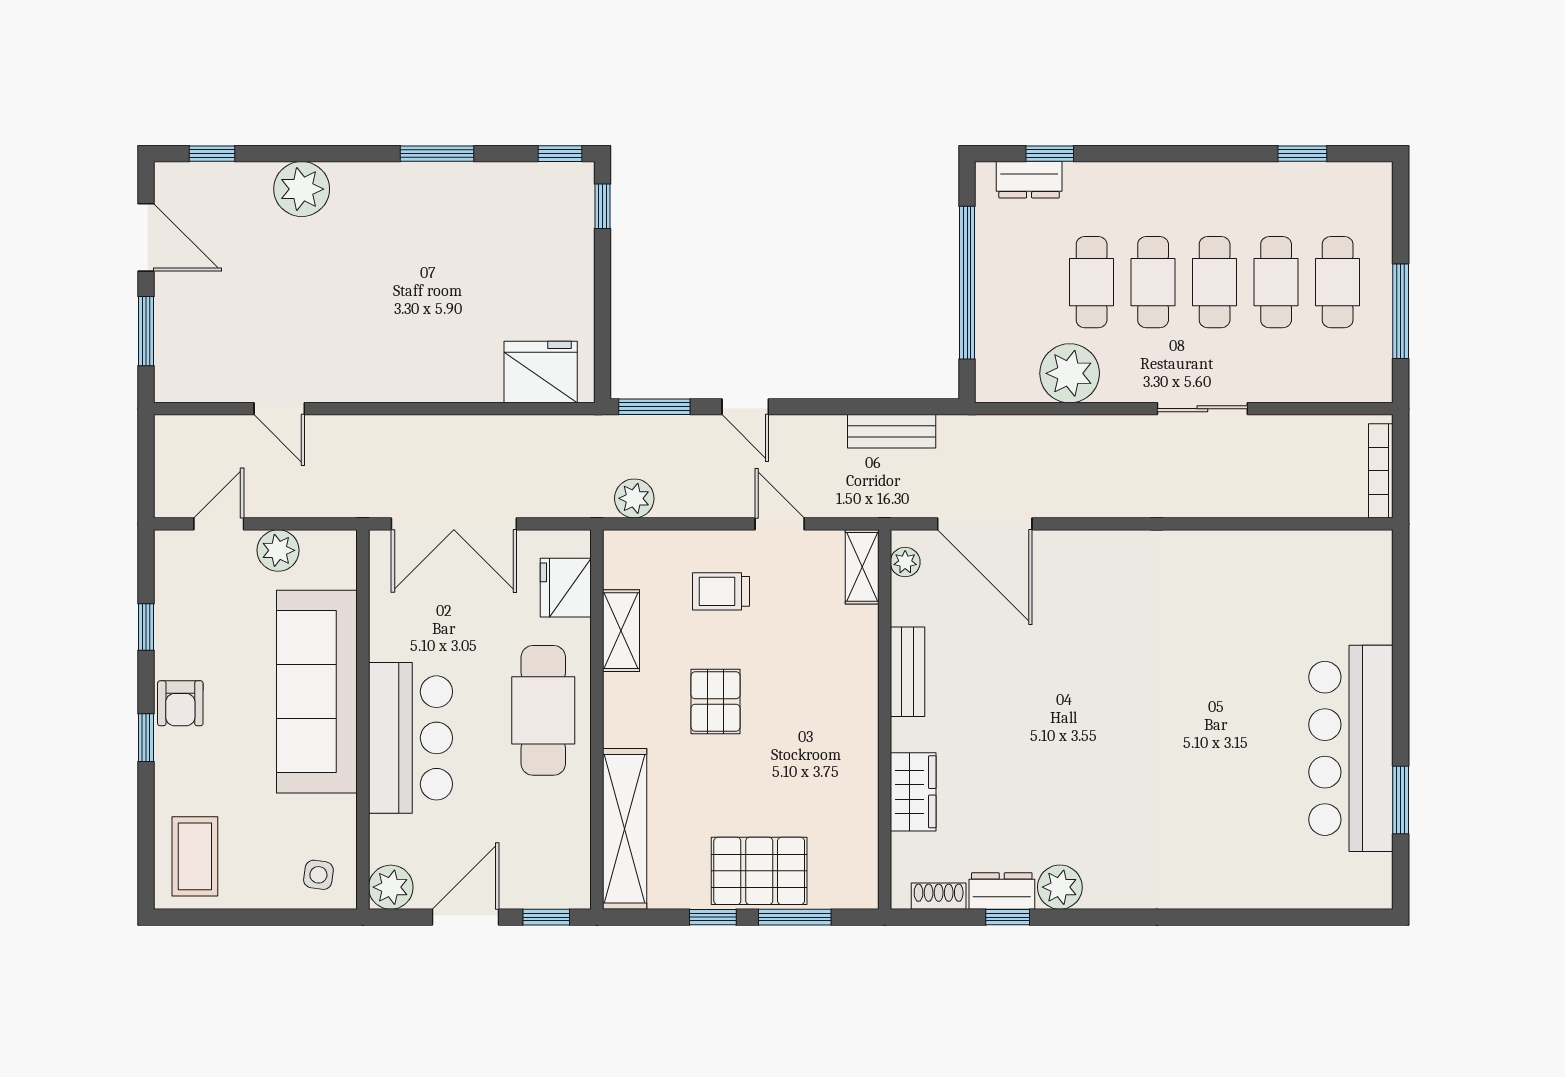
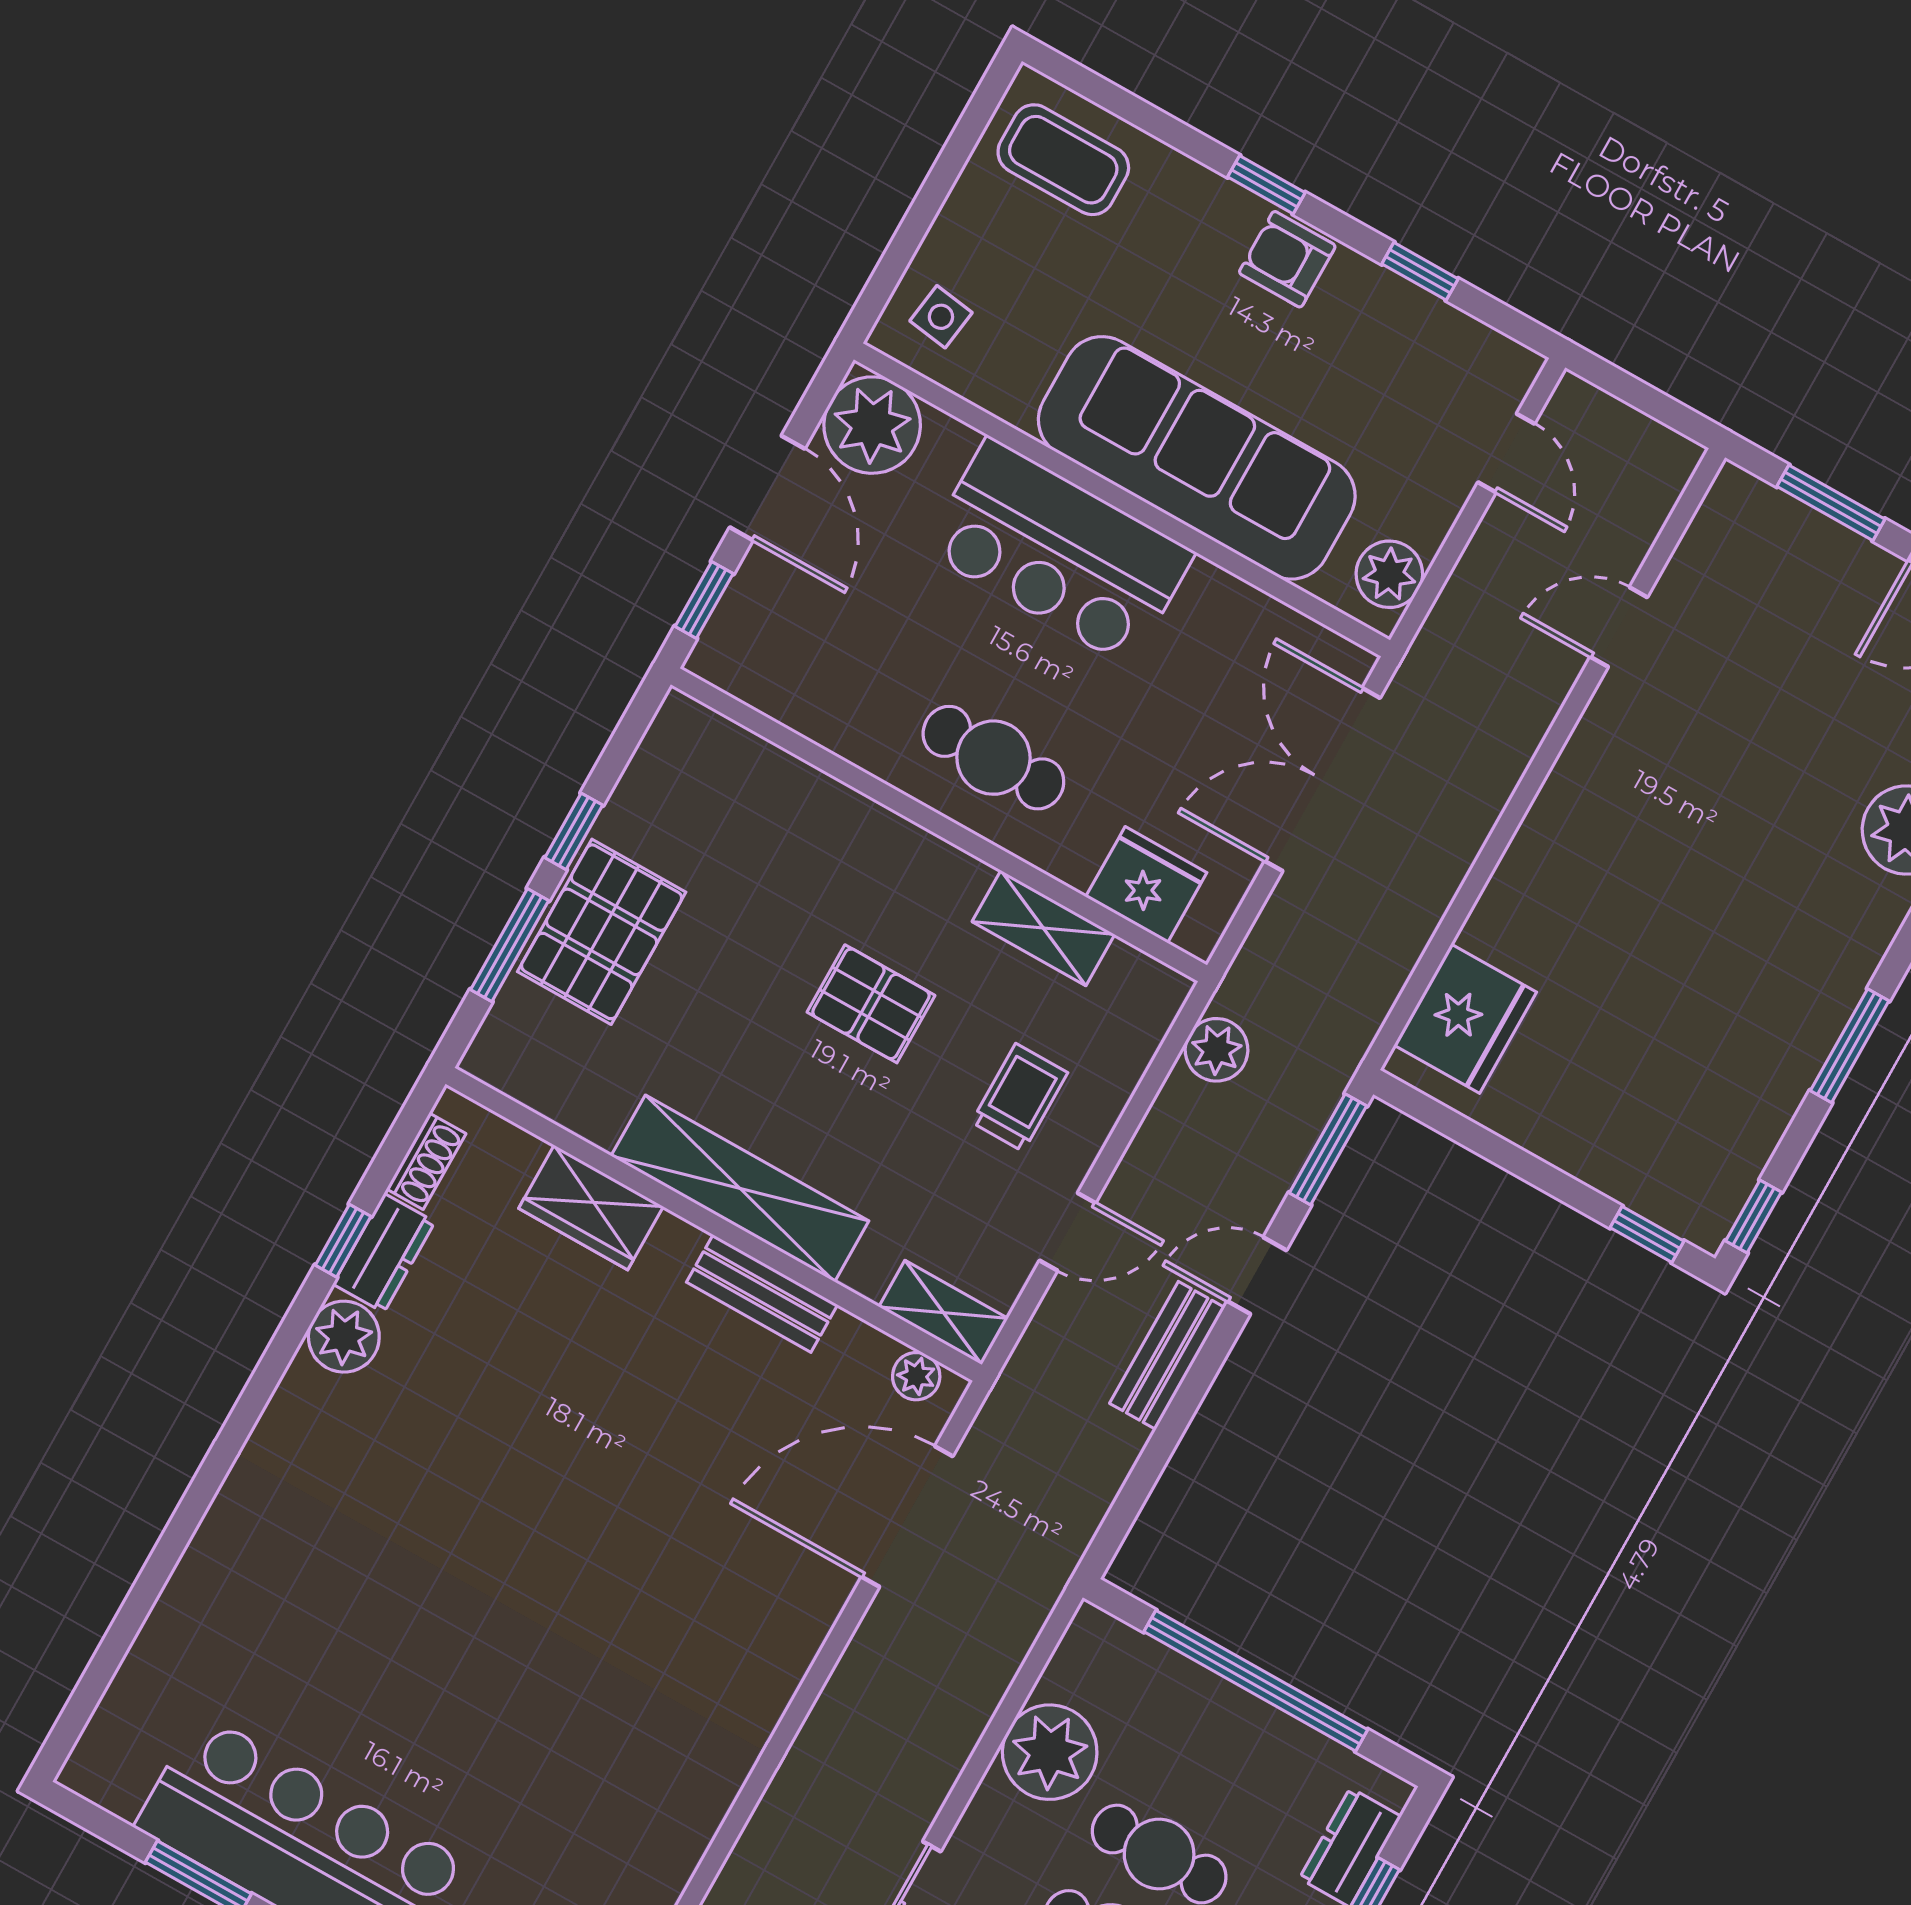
bench: (892, 431) -> (1167, 1355), moved
plant: (278, 550) -> (1389, 574), moved
cafe table: (543, 710) -> (993, 758), width x0.73, depth x0.74
shelving: (625, 829) -> (740, 1188), moved
plant: (391, 887) -> (872, 425), width x1.36, depth x1.36

